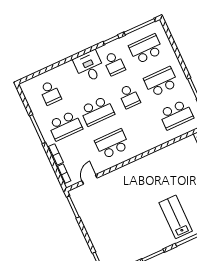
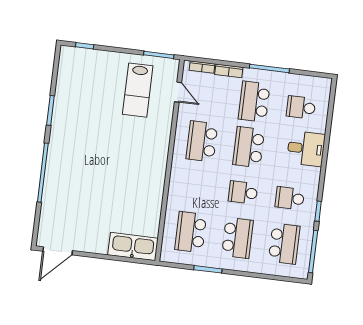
desk: (89, 66) -> (306, 149), moved
school desk: (112, 144) -> (202, 141), turned 180
lab bench: (176, 217) -> (138, 90), moved, turned 90

